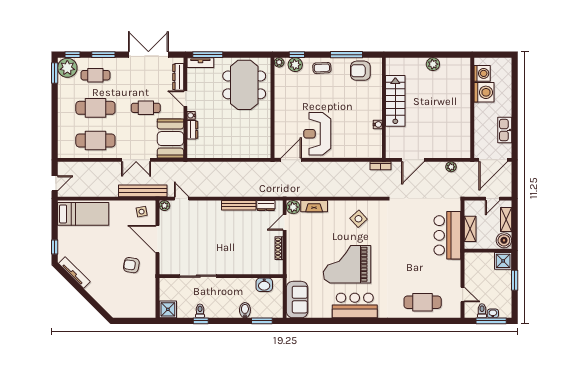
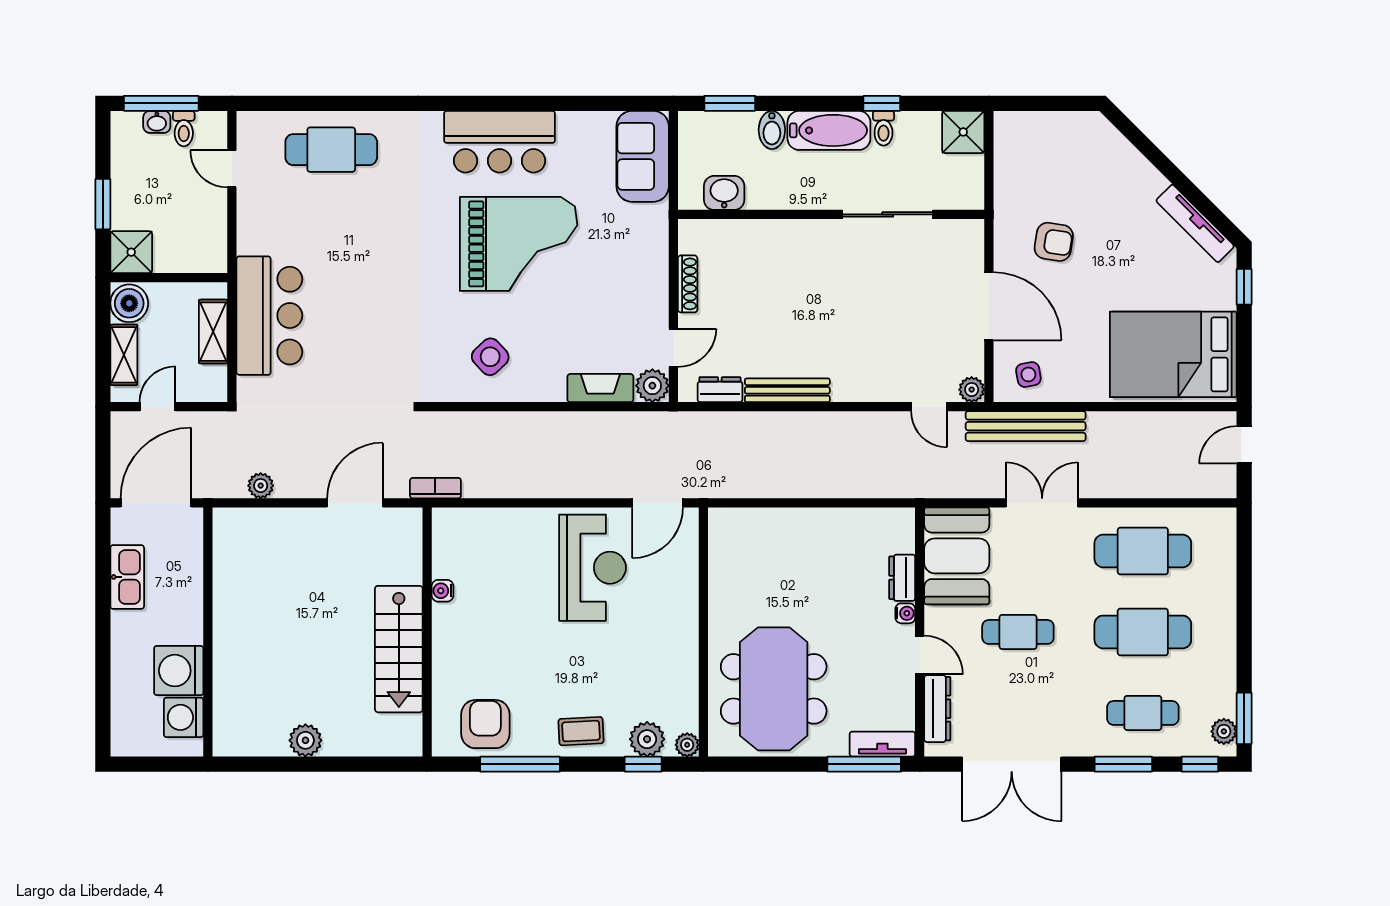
plant: (67, 68) -> (1224, 731), width x0.53, depth x0.53
armchair: (360, 71) -> (485, 724), turned -90
bed: (83, 214) -> (1173, 354), width x1.50
bathtub: (222, 310) -> (829, 130), added

